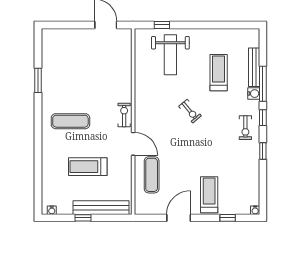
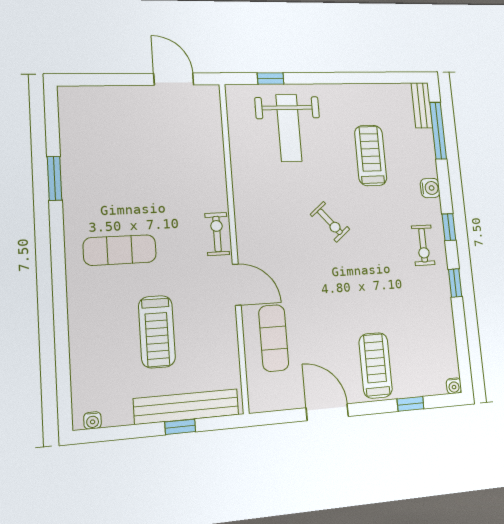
bench: (254, 67) -> (422, 105), moved, width x0.73
window: (263, 84) -> (438, 131), moved
treadmill: (88, 167) -> (157, 332), turned -90
window: (83, 218) -> (180, 427), moved
door: (179, 218) -> (327, 412), hinge flipped

